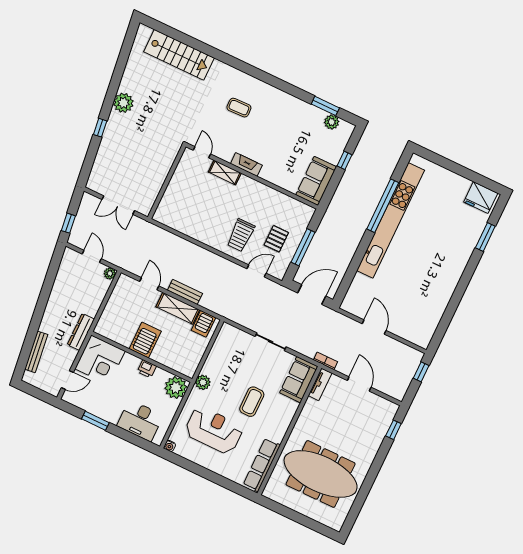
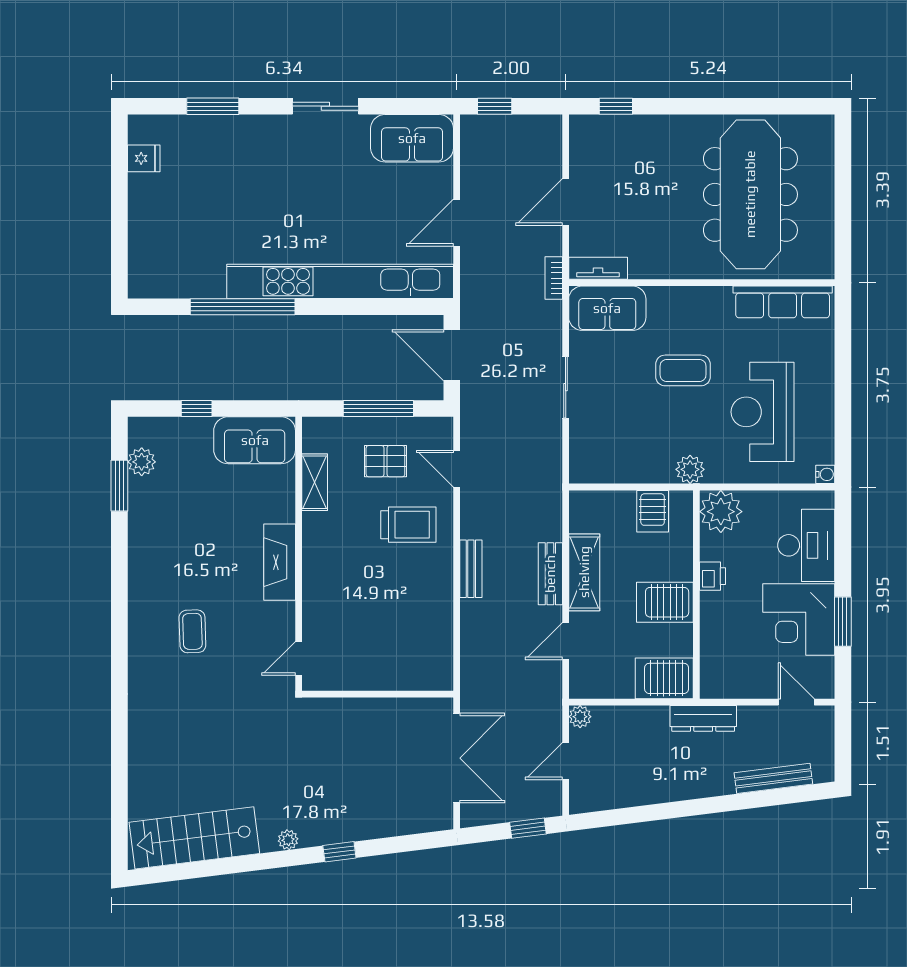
stairs: (179, 55) -> (194, 838), moved, turned -97
plant: (123, 103) -> (288, 840), width x0.53, depth x0.53
fireplace: (246, 165) -> (280, 562), width x1.37, depth x1.32
shelving: (225, 173) -> (315, 482), moved
fridge: (481, 198) -> (144, 158), width x0.53, depth x0.75
double door: (118, 205) -> (457, 758), width x1.37
kitchen unit: (391, 220) -> (340, 281), moved
bench: (205, 255) -> (471, 569), added
sliding door: (460, 291) -> (325, 106), added
server rack: (109, 322) -> (664, 678), added
server rack: (203, 324) -> (653, 511), moved, turned 90
sofa: (425, 325) -> (412, 138), added
corner desk: (100, 360) -> (799, 620), moved, turned 180

